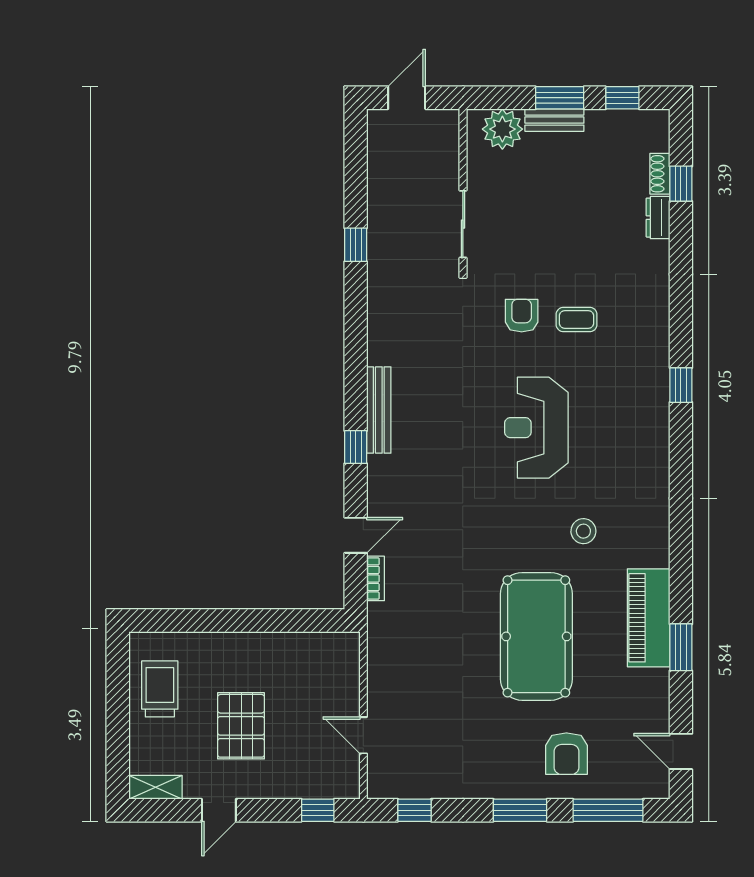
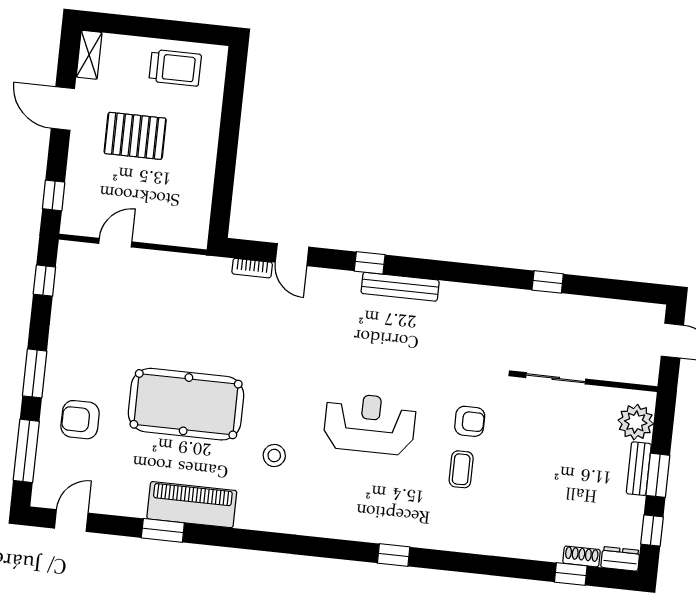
dresser: (658, 218) -> (620, 559), moved
door: (219, 810) -> (63, 108), width x1.38

